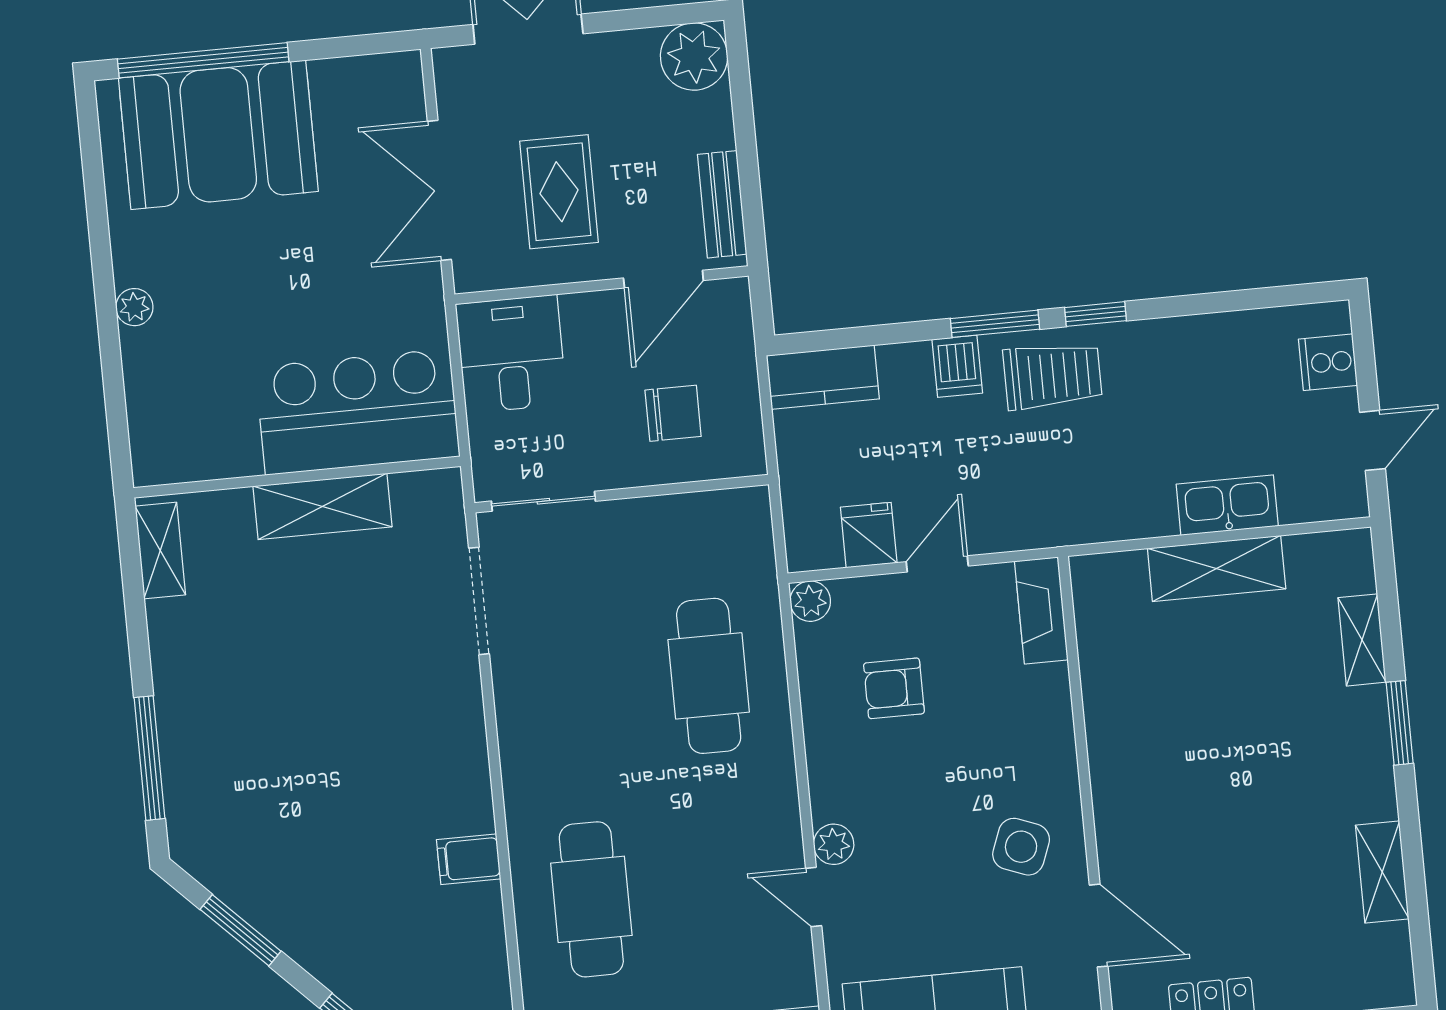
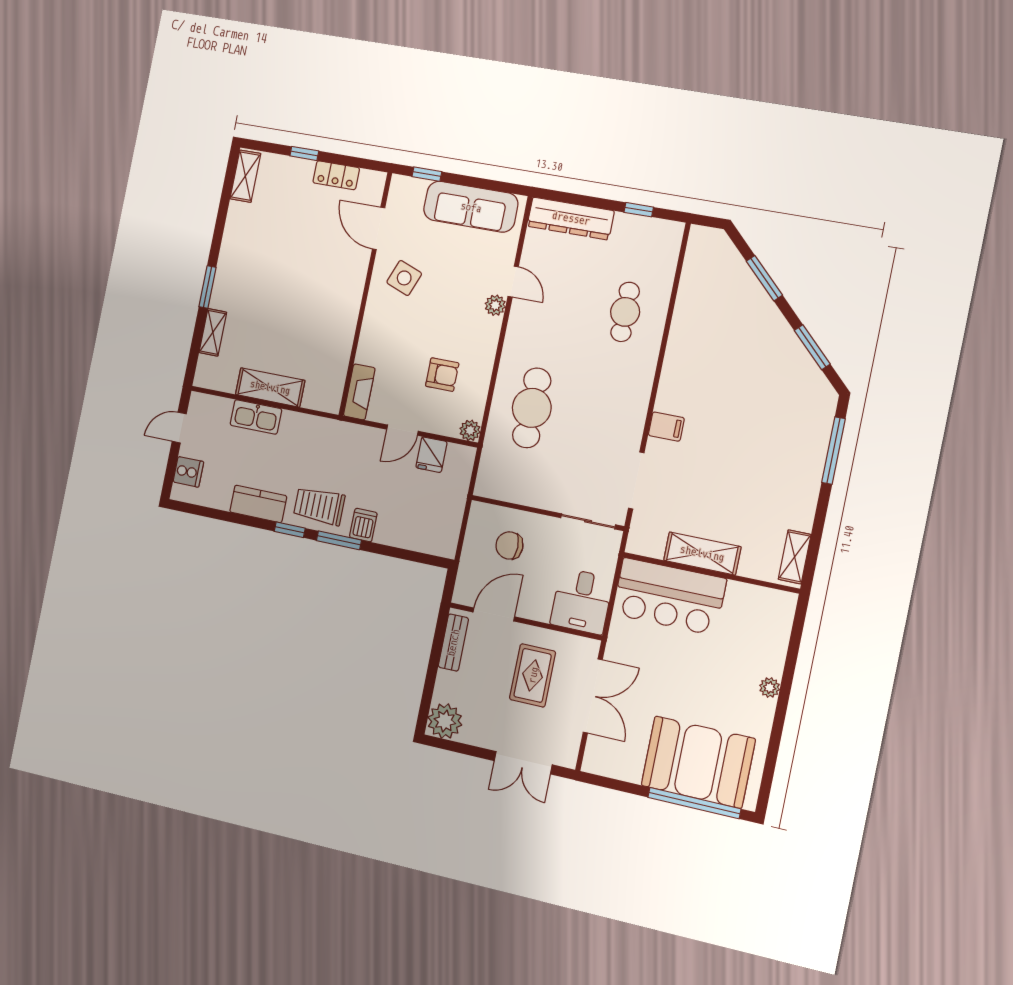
kitchen counter: (823, 377) -> (258, 504), moved
filing cabinet: (469, 859) -> (666, 427), moved
shelving: (1382, 872) -> (245, 176), moved
cafe table: (591, 899) -> (625, 312), width x0.73, depth x0.74

